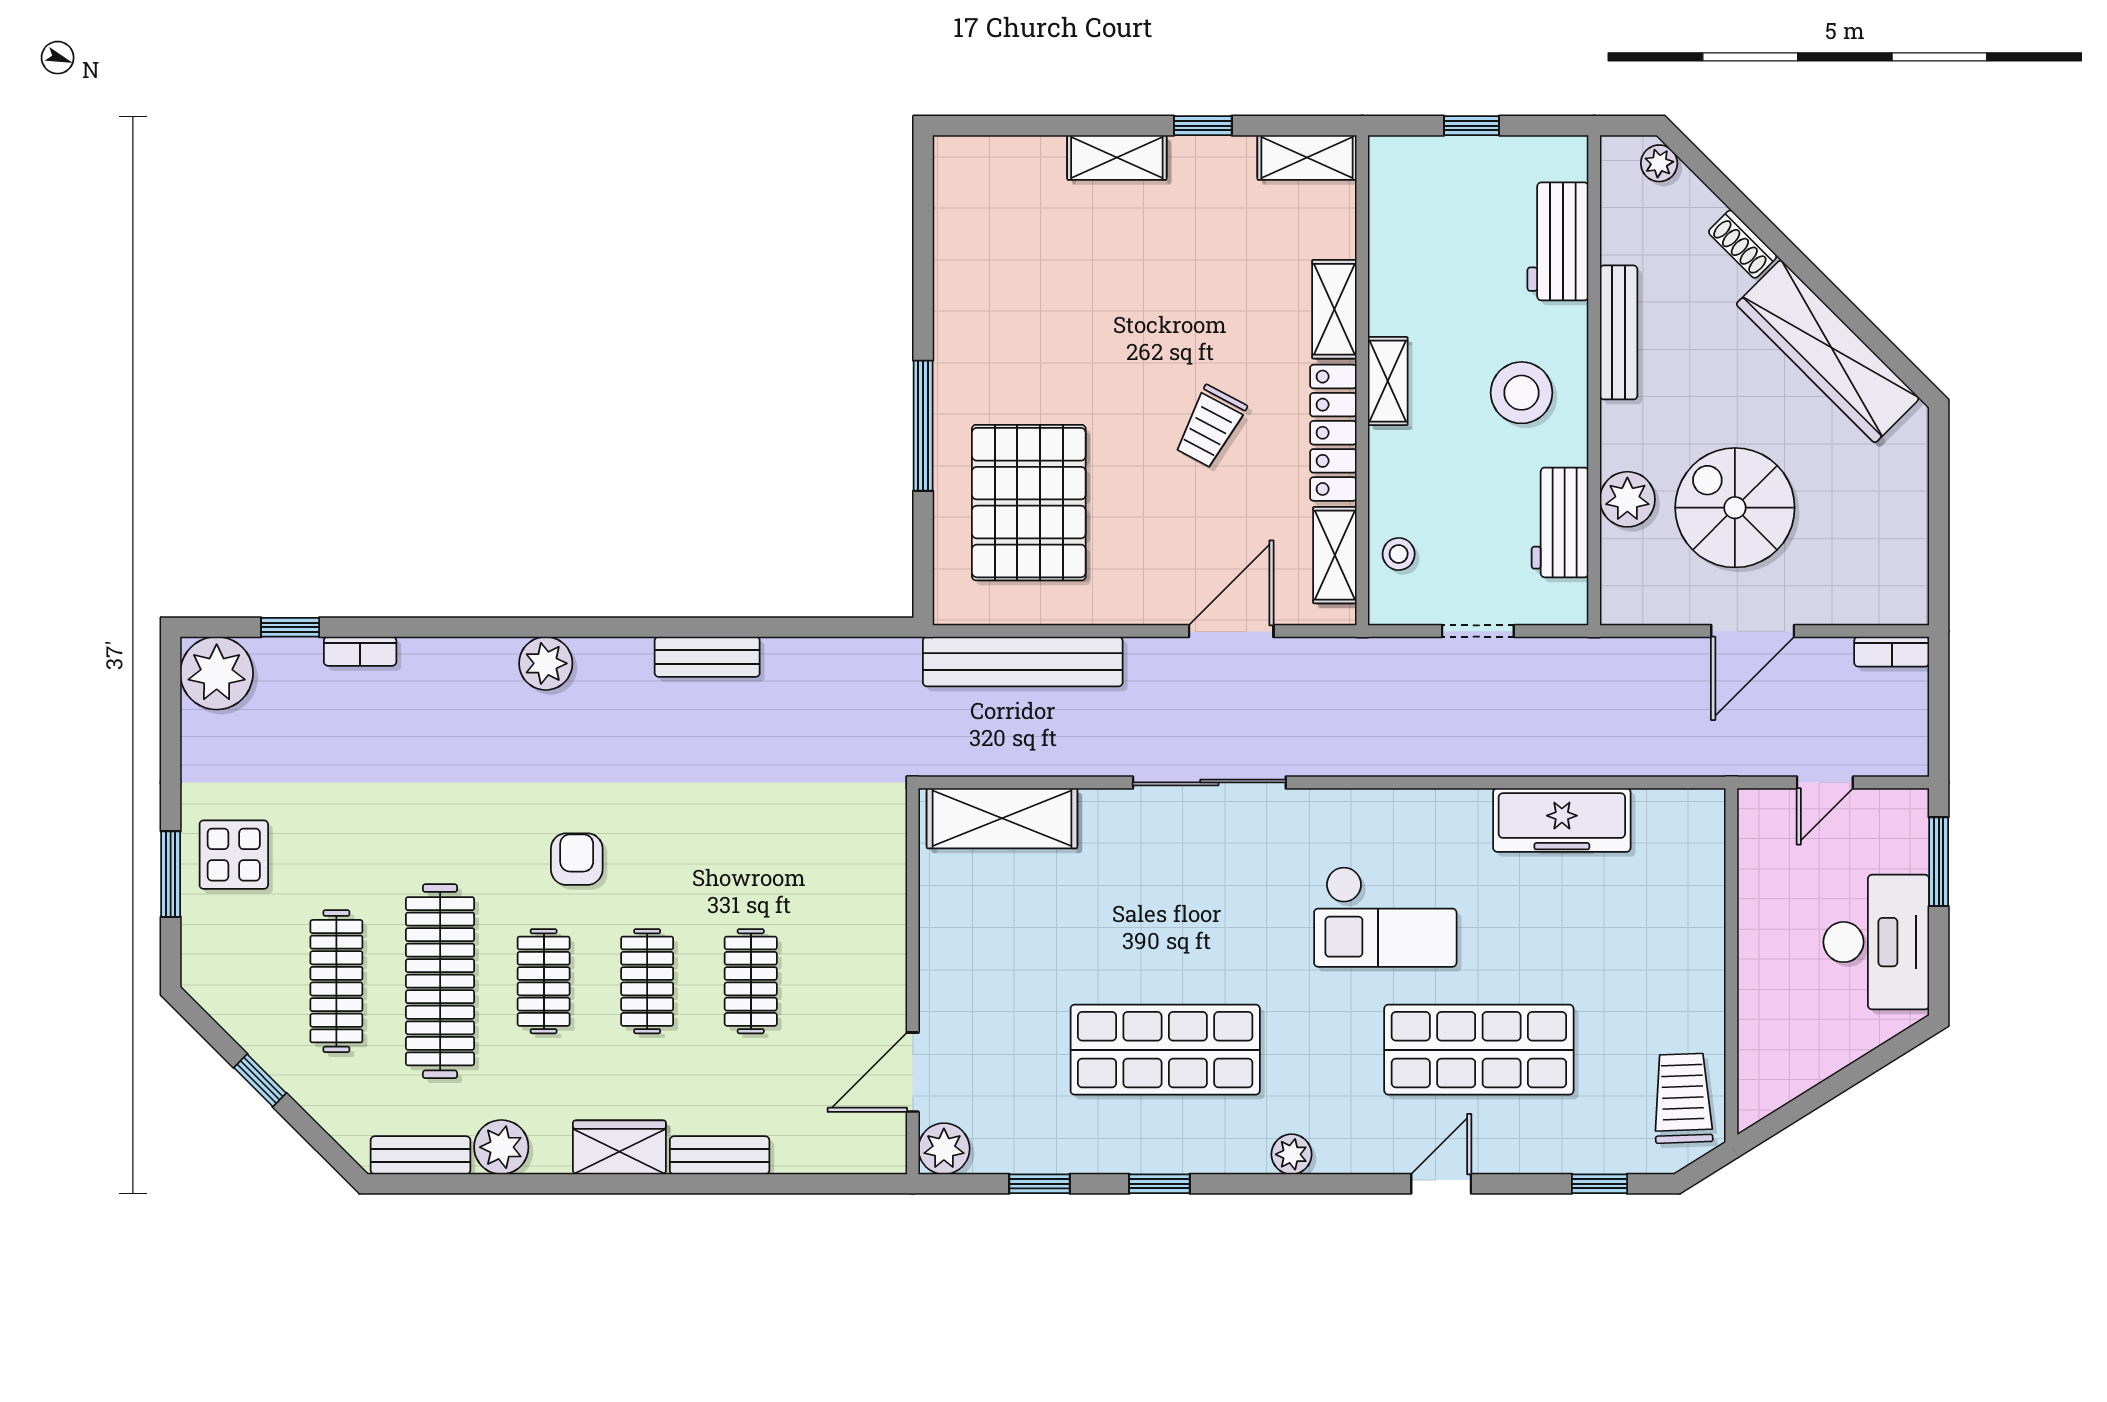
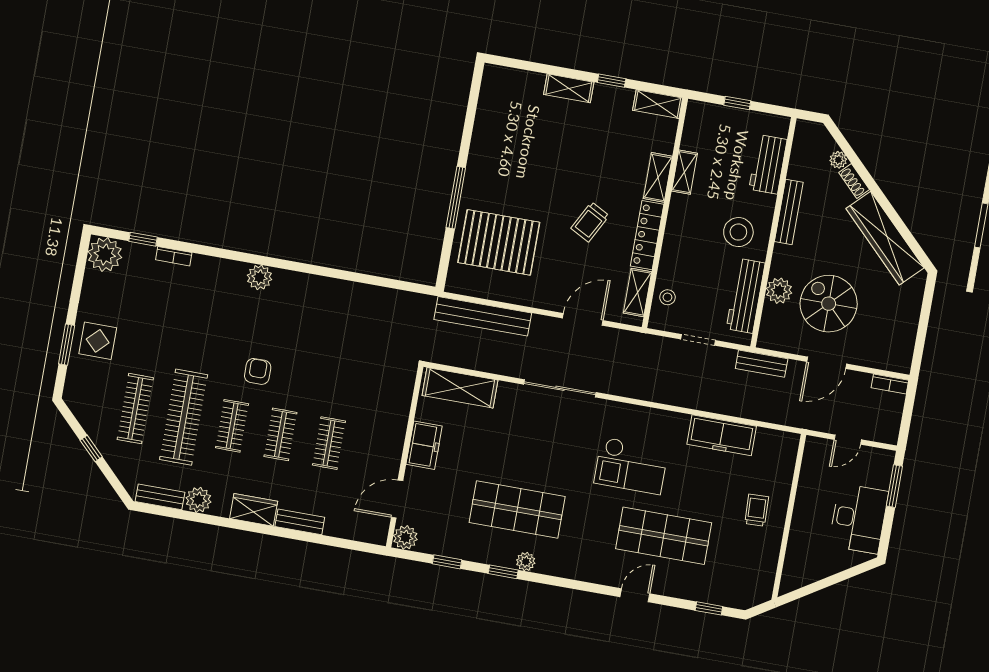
plant: (1659, 163) -> (838, 160), moved
shelving: (1388, 381) -> (685, 172), moved
pallet: (1029, 503) -> (499, 242), turned 90
workbench: (1560, 522) -> (746, 296), width x1.37
bench: (707, 657) -> (762, 364), moved
freezer: (949, 950) -> (424, 445), added
trolley: (1683, 1098) -> (757, 510), moved, width x0.73, depth x0.72
plant: (1292, 1154) -> (526, 562), moved

